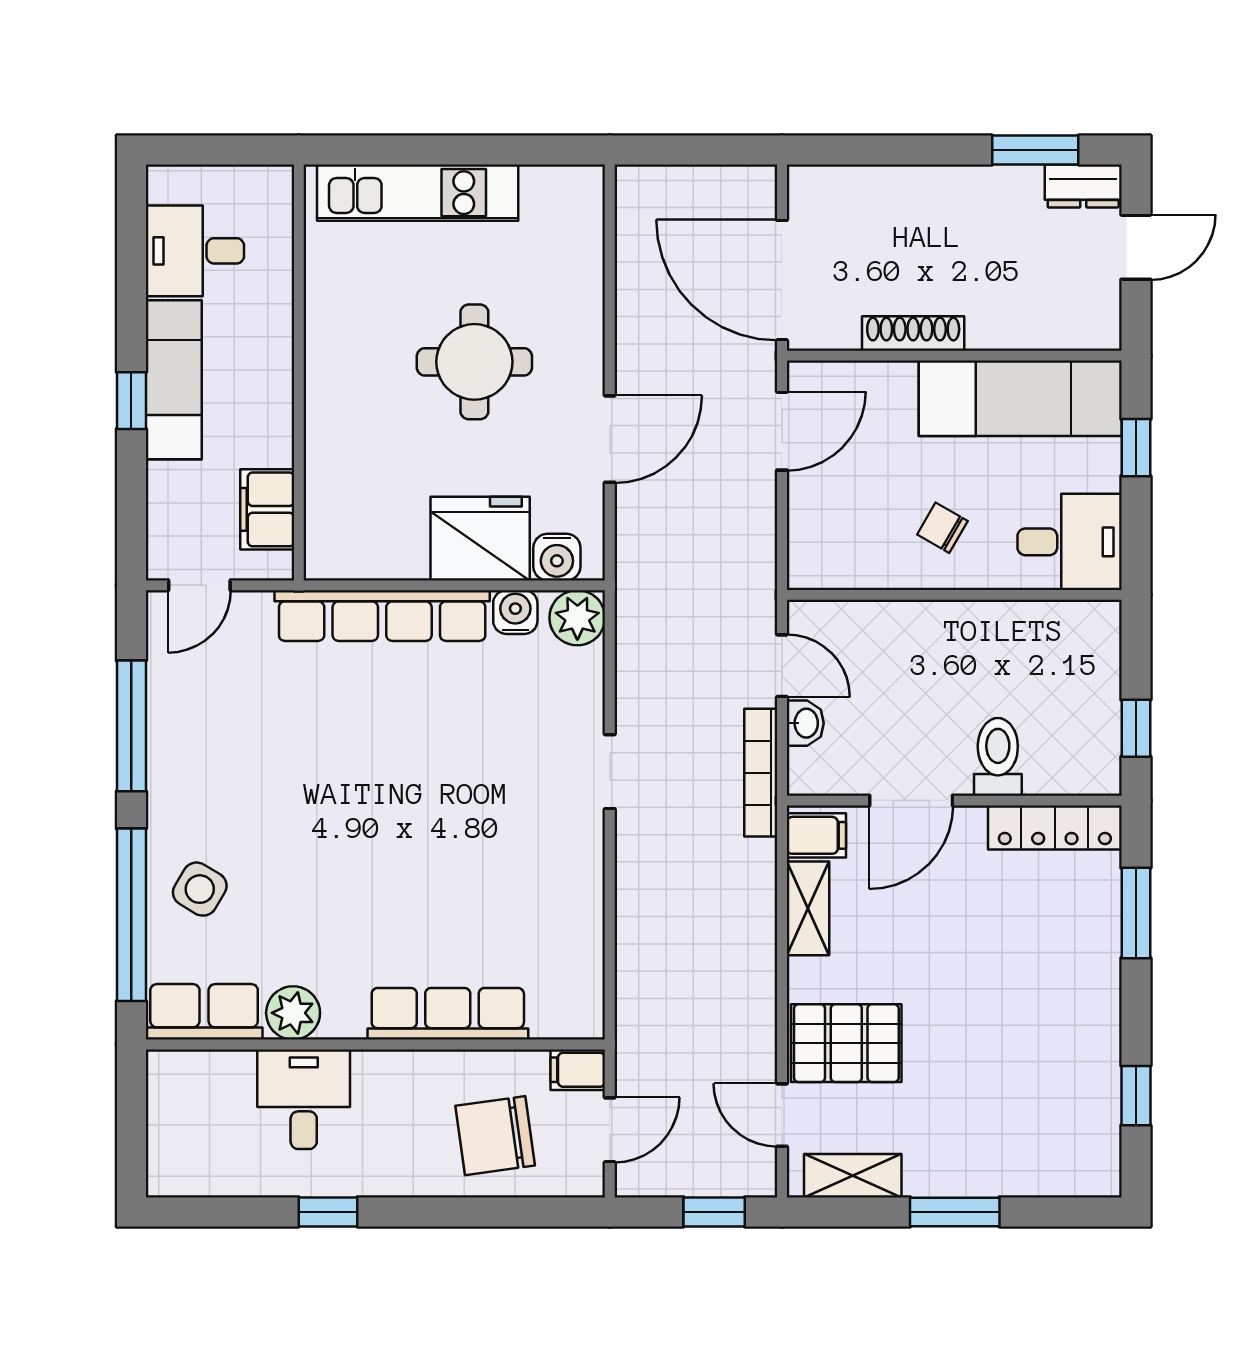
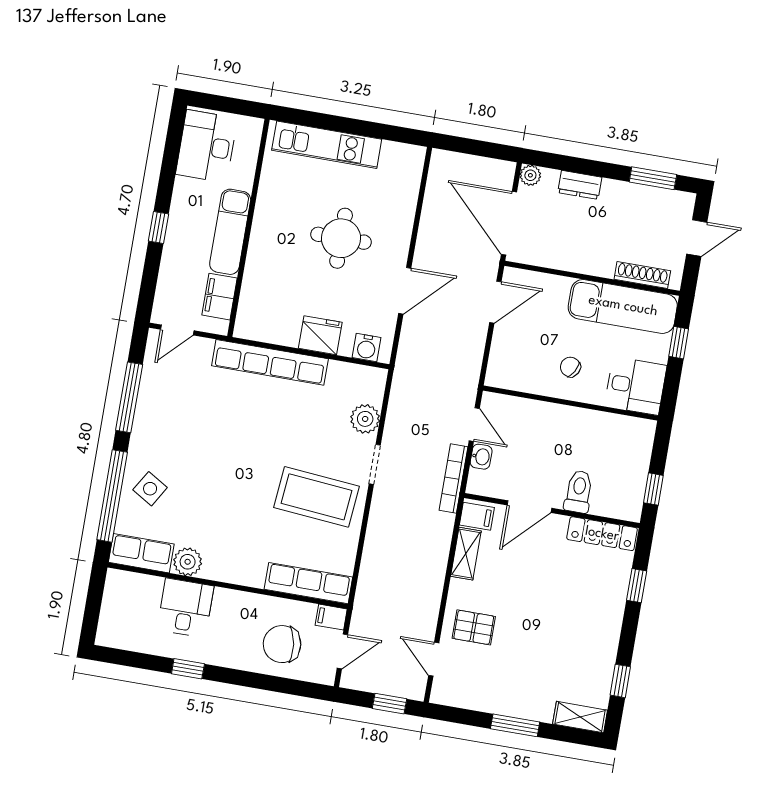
plant: (806, 184) -> (530, 175), added
dresser: (1083, 186) -> (580, 185), moved
desk: (195, 251) -> (207, 146), width x1.37
shoe rack: (913, 334) -> (642, 275), moved
exam couch: (174, 380) -> (230, 232), moved, turned 180
fridge: (480, 539) -> (320, 335), width x0.73, depth x0.75
water cooler: (515, 612) -> (340, 373), removed
plant: (577, 618) -> (365, 419), moved
coffee table: (512, 851) -> (316, 497), added
window: (1136, 913) -> (637, 586), width x0.67
row of seats: (448, 1014) -> (308, 583), moved
pallet: (846, 1043) -> (474, 627), width x0.67, depth x0.71
shelving: (853, 1176) -> (580, 717), moved

